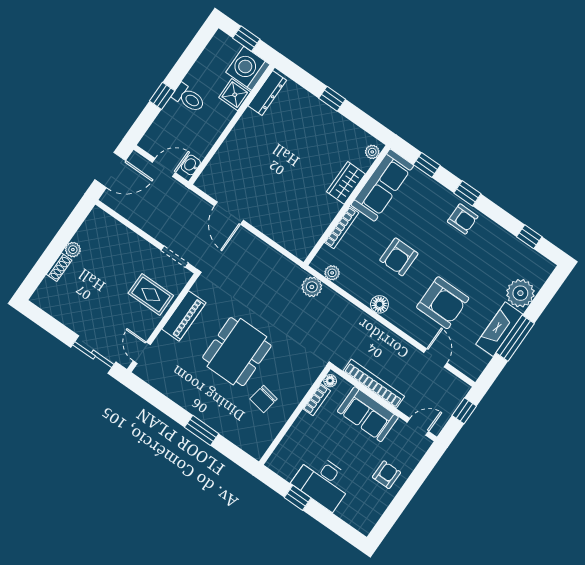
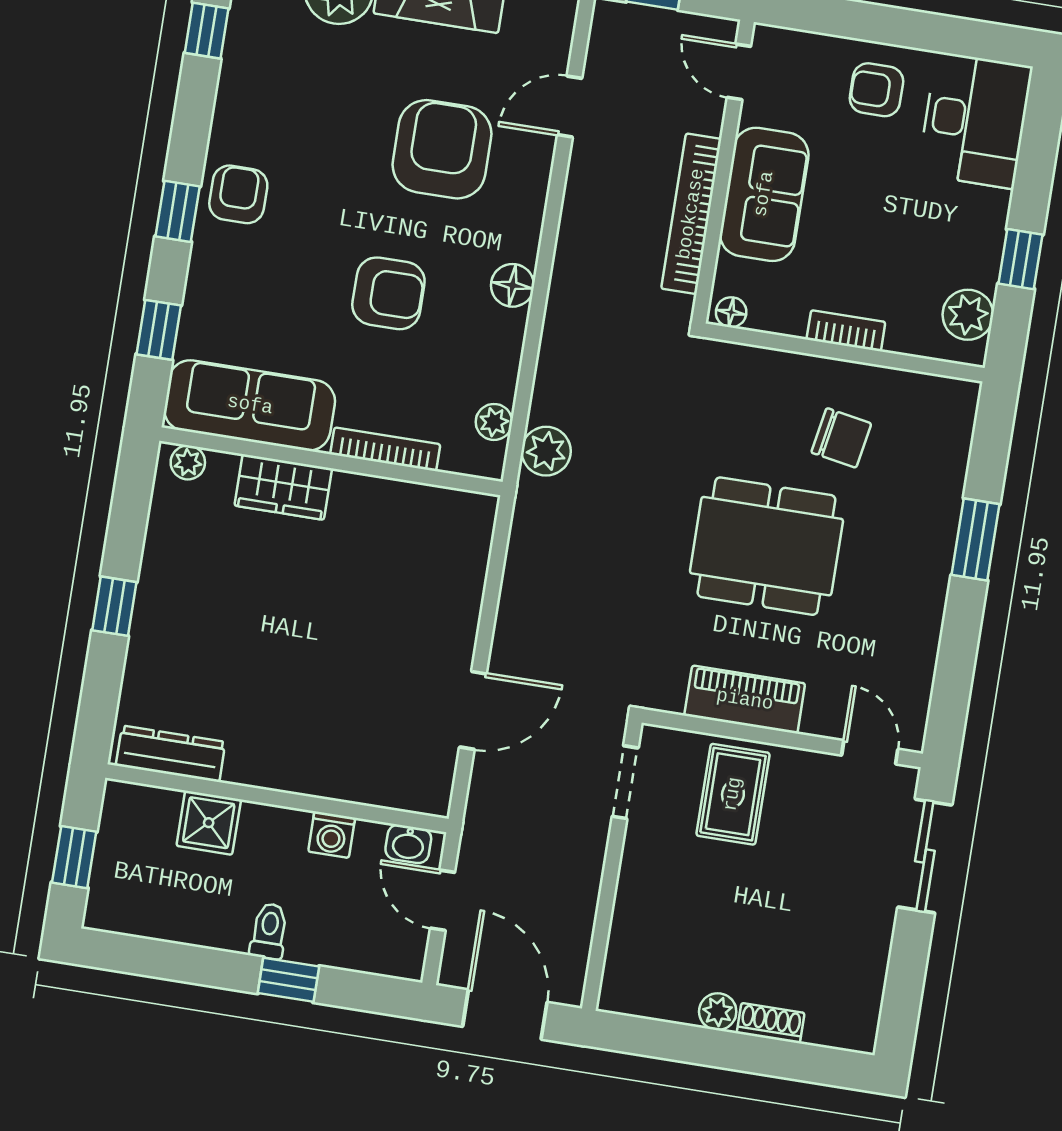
washing machine: (248, 68) -> (332, 835), moved, width x0.53, depth x0.53
toilet: (189, 98) -> (269, 931), width x0.73, depth x0.72
door: (142, 353) -> (870, 752), swing flipped
bookcase: (317, 400) -> (846, 331), moved
plant: (286, 468) -> (968, 315), added
desk: (323, 482) -> (975, 120), moved

